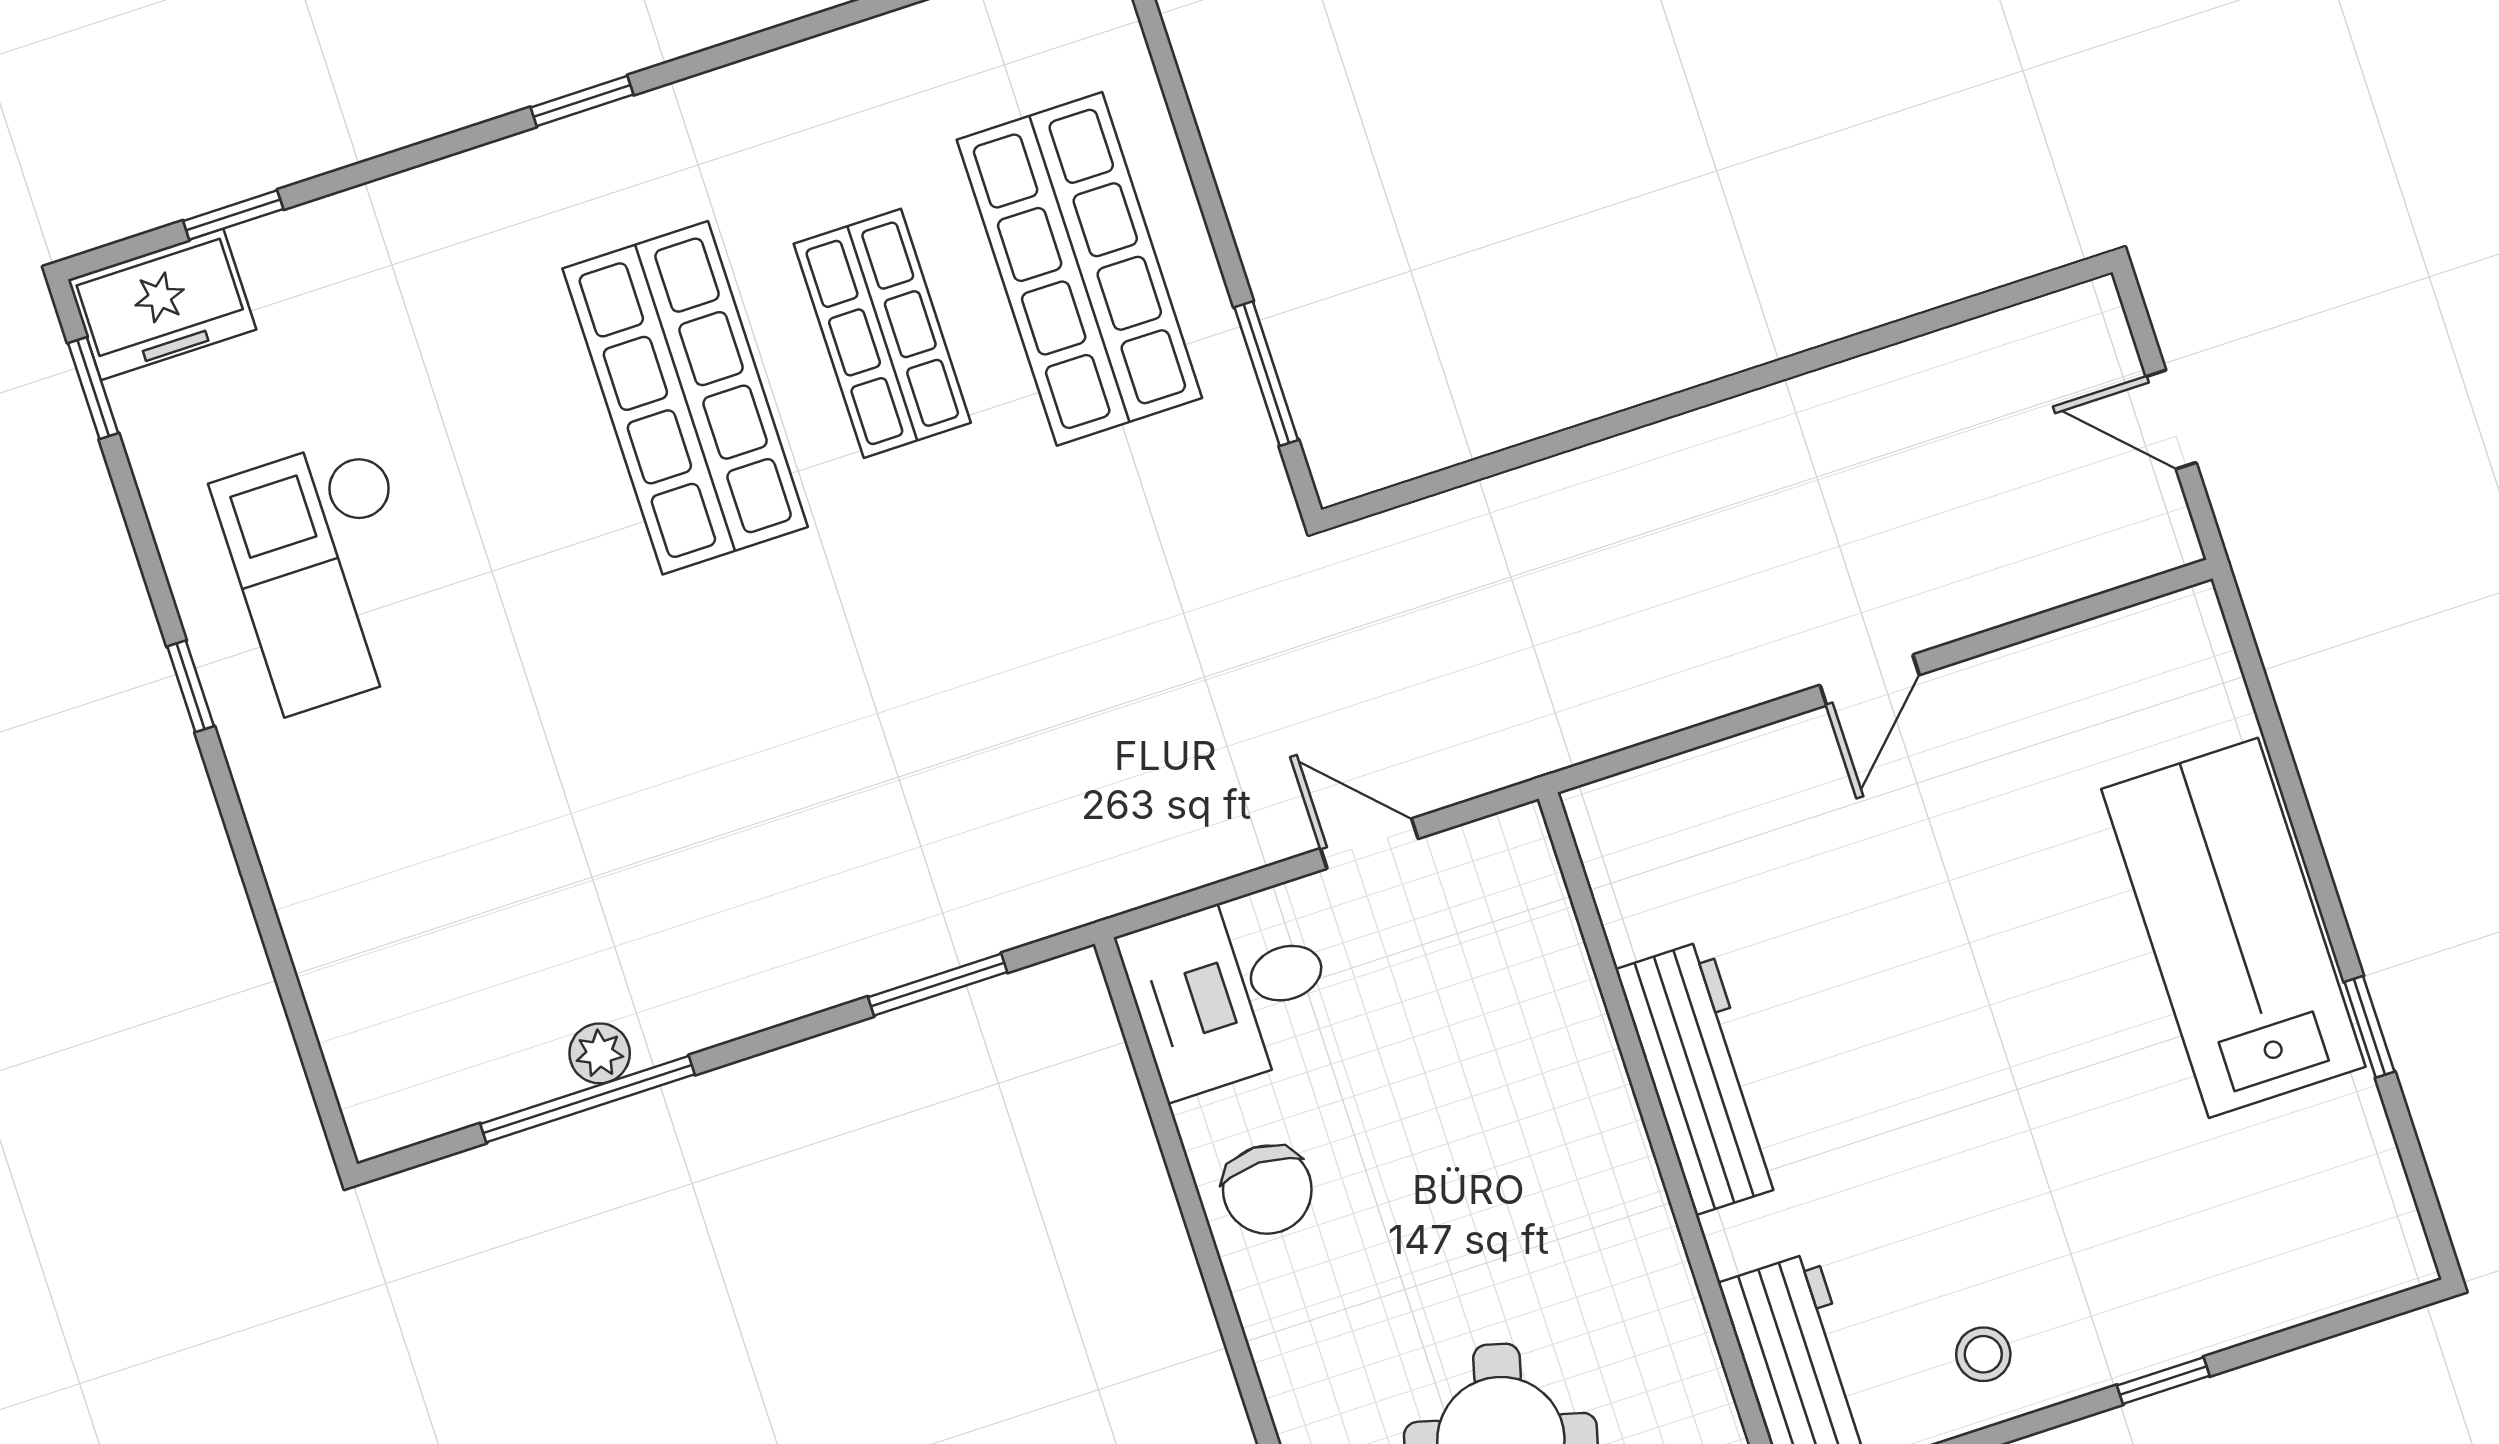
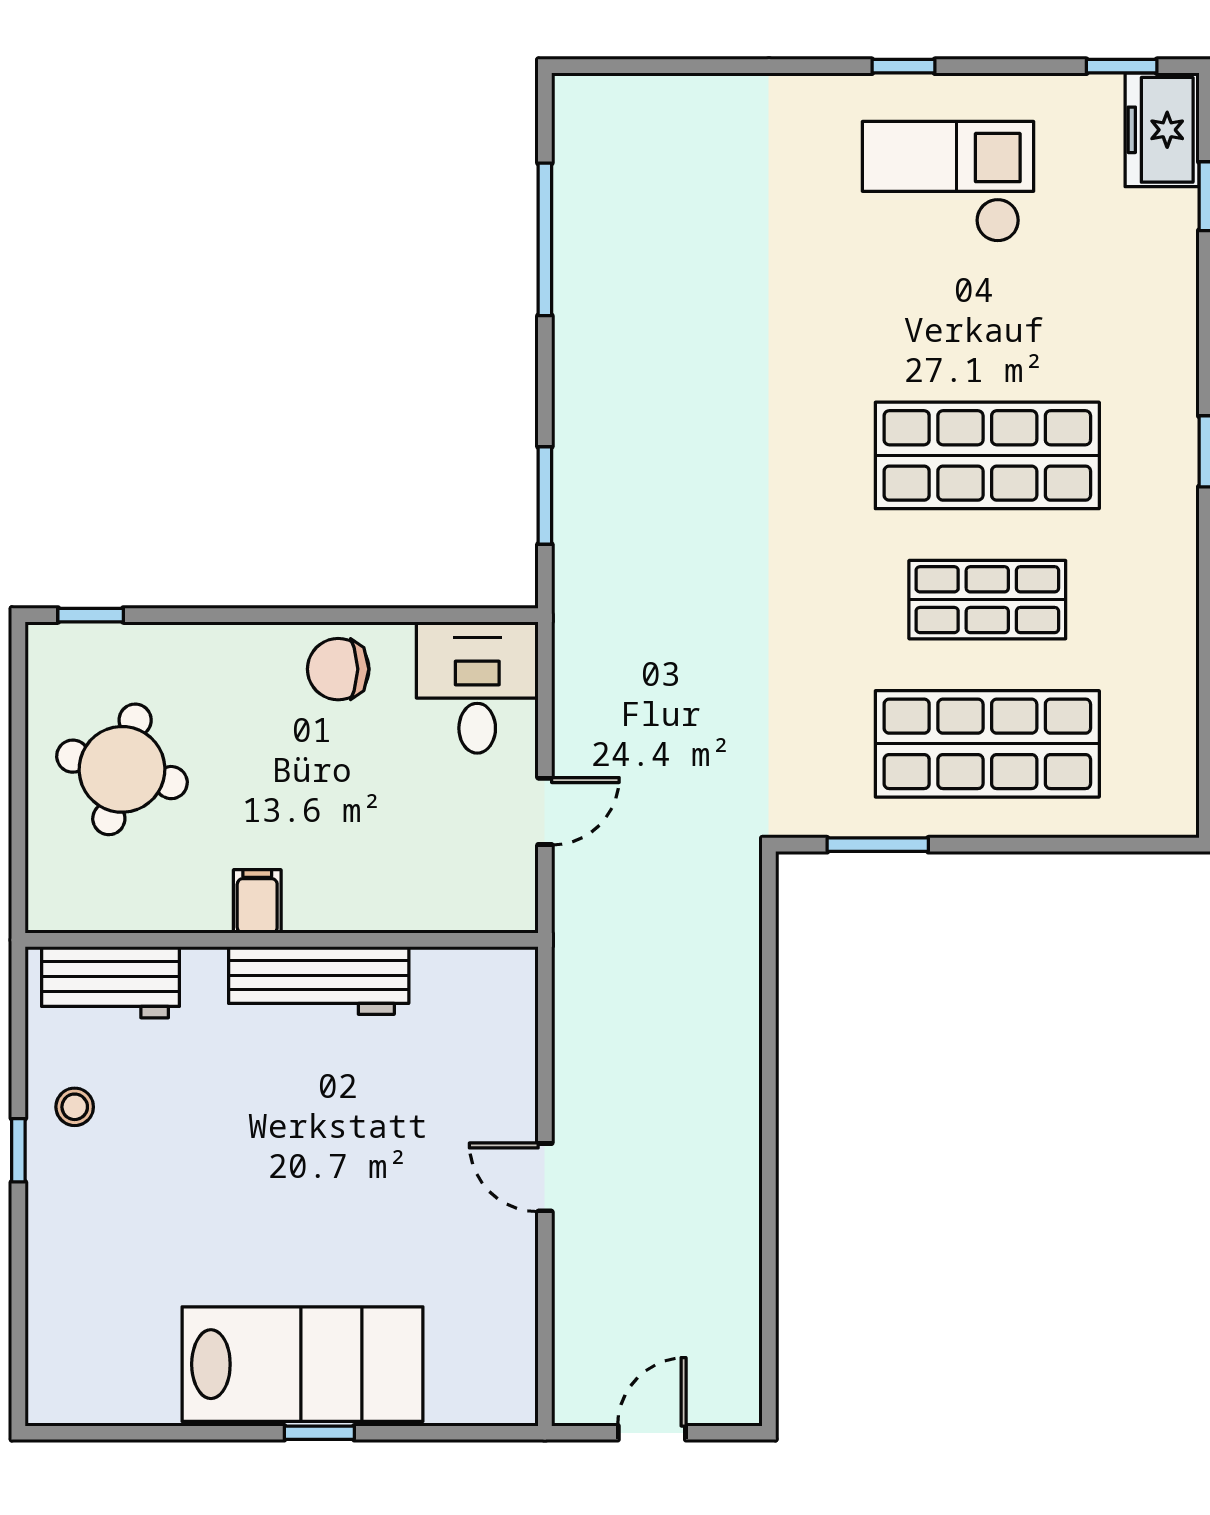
window: (2369, 1027) -> (319, 1433), moved
plant: (600, 1053) -> (572, 257), removed
filing cabinet: (1621, 1196) -> (257, 901), added
window: (2163, 1381) -> (18, 1150), moved

